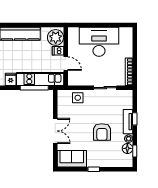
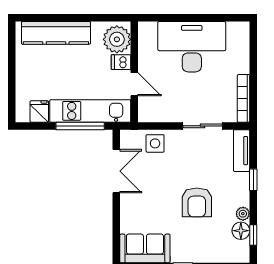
tv unit: (128, 122) -> (242, 151), moved
double door: (55, 131) -> (116, 171), moved

